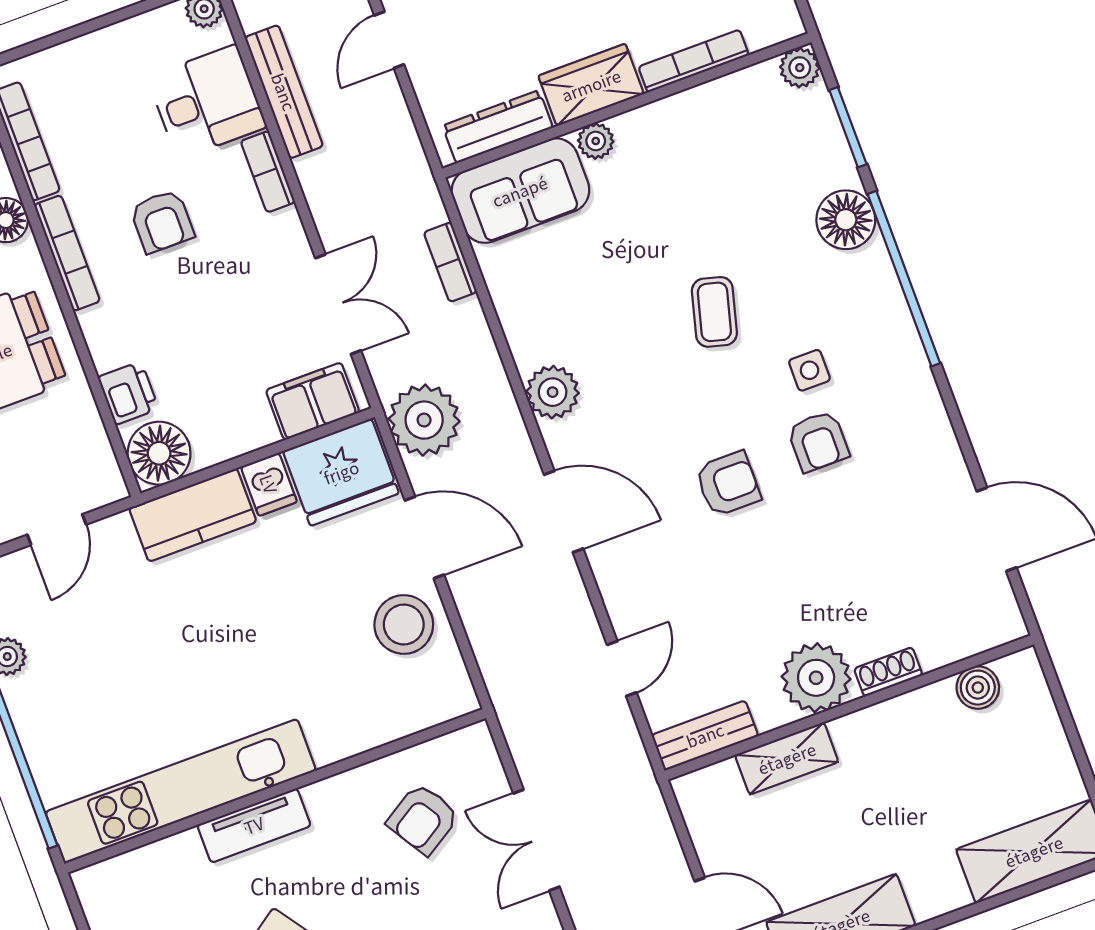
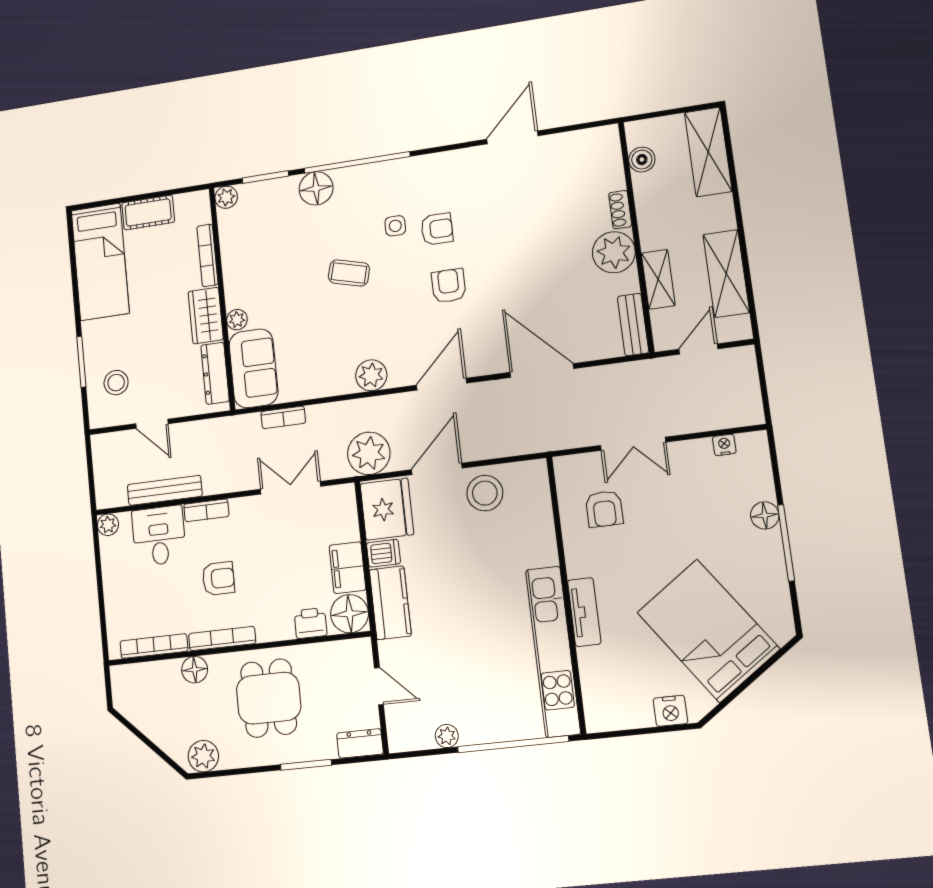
filing cabinet: (313, 401) -> (347, 568), moved
door: (622, 669) -> (542, 370), width x1.88
shoe rack: (888, 672) -> (620, 210), moved
plant: (816, 678) -> (614, 252), moved
boiler: (978, 688) -> (642, 160), moved
wall: (849, 707) -> (636, 236), moved
bench: (705, 735) -> (633, 325), moved
shelving: (787, 758) -> (658, 279), moved
armchair: (423, 819) -> (604, 509), turned 32

